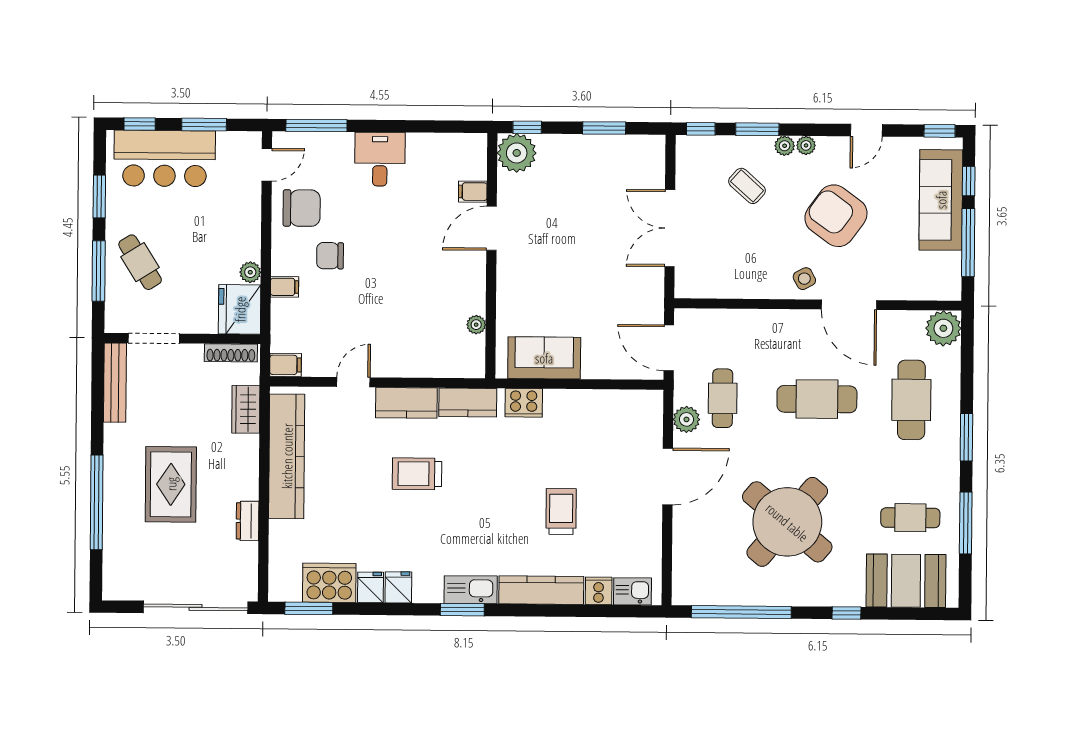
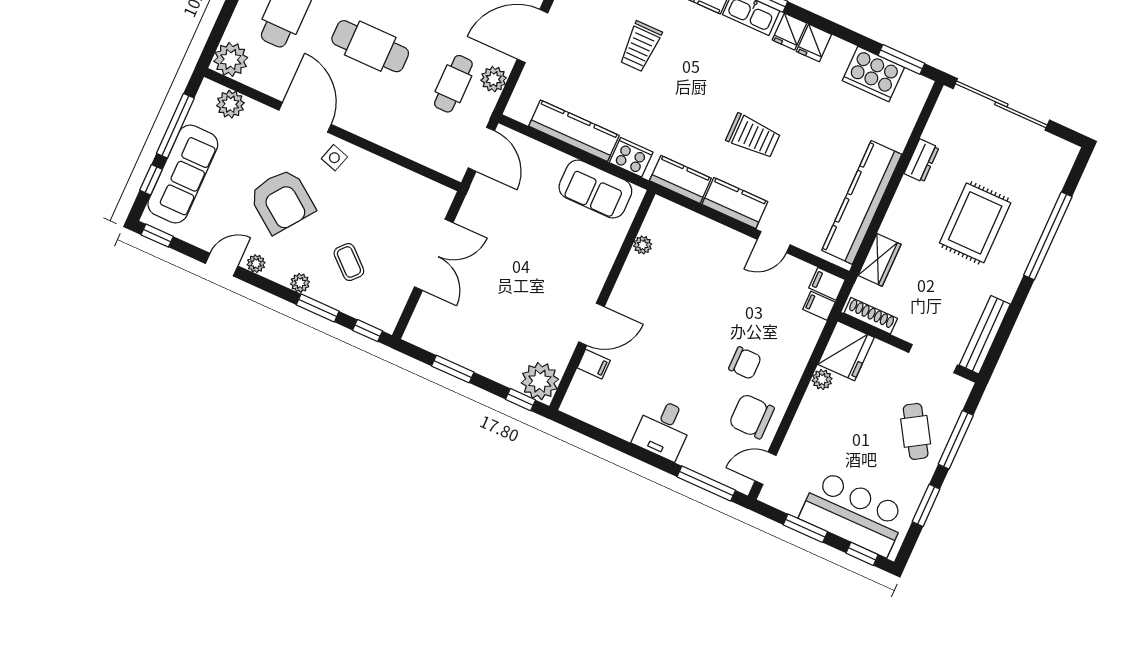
plant: (806, 145) -> (256, 264), moved
side table: (804, 279) -> (334, 158), turned 45
plant: (925, 286) -> (230, 104), added
filing cabinet: (285, 287) -> (819, 306), moved
kitchen counter: (589, 404) -> (574, 131), added
fridge: (371, 587) -> (789, 32), moved

